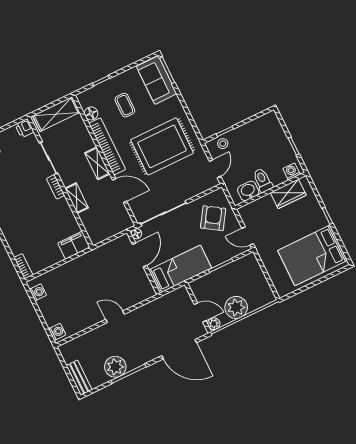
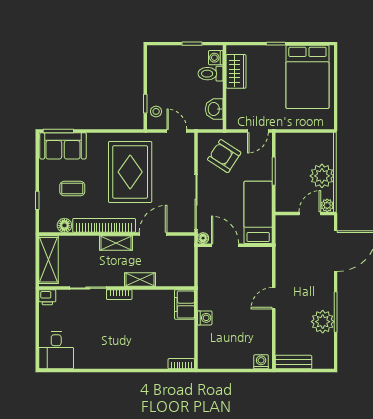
toilet: (263, 180) -> (211, 74), moved
washing machine: (38, 292) -> (205, 318), moved, turned 90
bench: (79, 378) -> (293, 362), moved

